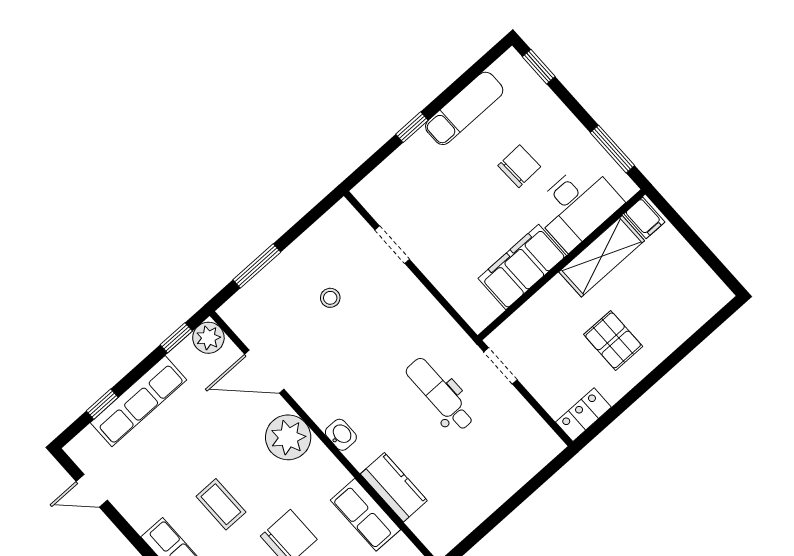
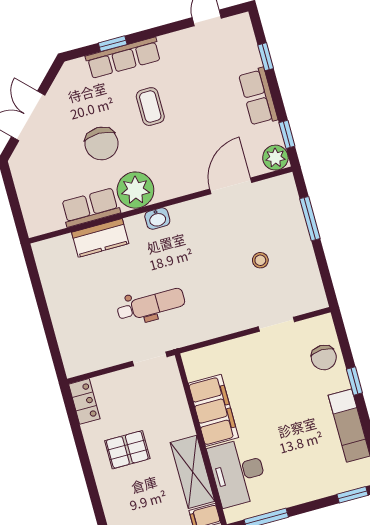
chair: (519, 166) -> (324, 358), moved
row of seats: (138, 401) -> (258, 97), width x0.68
plant: (288, 437) -> (135, 190), moved
coffee table: (221, 504) -> (150, 107), turned 90

